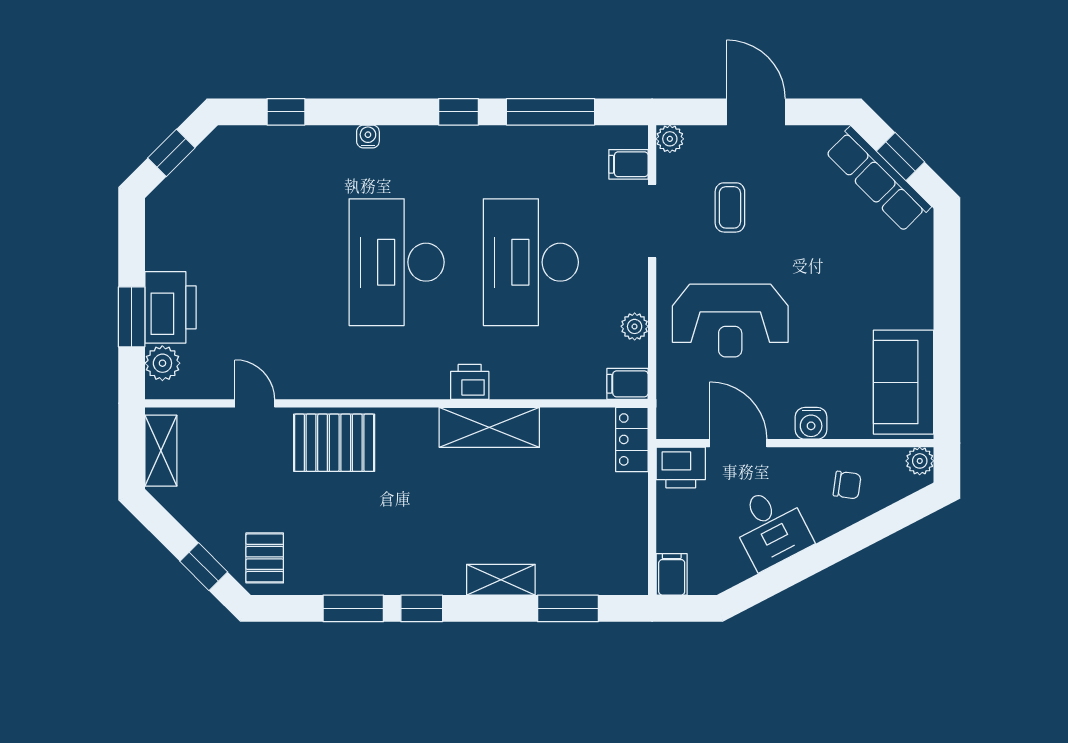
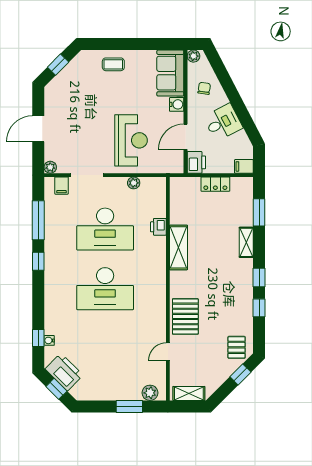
water cooler: (368, 136) -> (49, 340), moved
row of seats: (878, 179) -> (68, 75), removed
coffee table: (730, 207) -> (113, 64), moved
printer: (171, 307) -> (64, 372), moved, turned 45
printer: (470, 382) -> (158, 227), moved
sofa: (904, 382) -> (170, 73), moved, turned 90
filing cabinet: (628, 384) -> (159, 186), removed
locker: (632, 439) -> (215, 184), moved
pallet: (265, 558) -> (237, 347), turned 90
window: (353, 608) -> (259, 308), width x0.67

